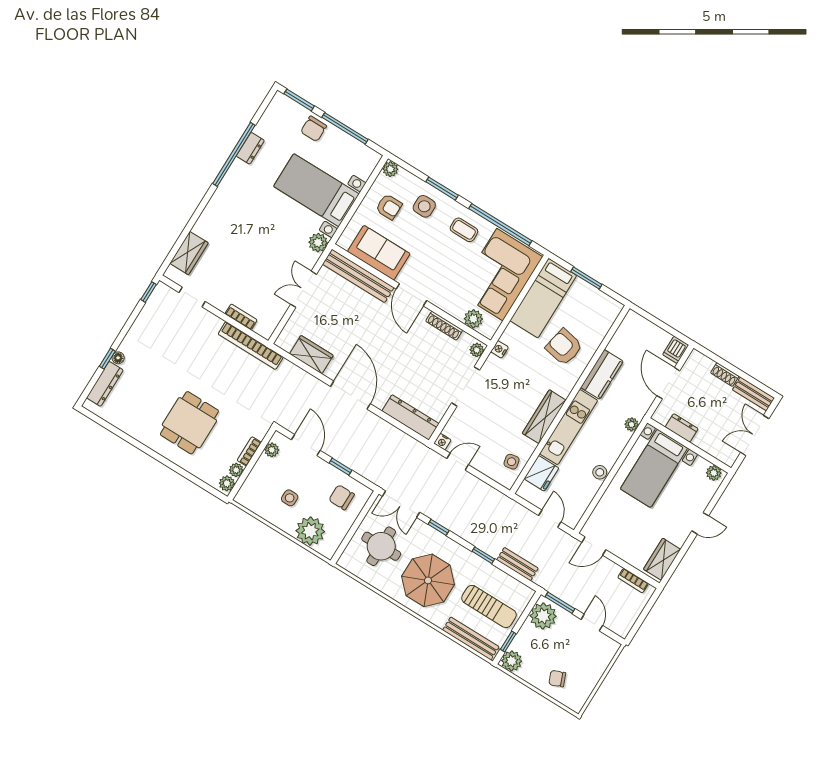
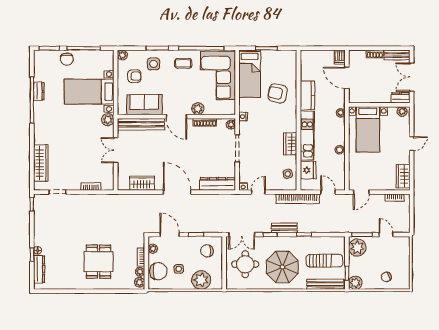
wardrobe: (189, 253) -> (41, 163), width x1.50
plant: (473, 319) -> (198, 109), moved
bookcase: (251, 346) -> (298, 199), moved
wardrobe: (544, 417) -> (290, 144), width x0.67
dresser: (682, 428) -> (401, 98), moved
chair: (261, 484) -> (158, 271), added
bench: (517, 564) -> (284, 228), moved

